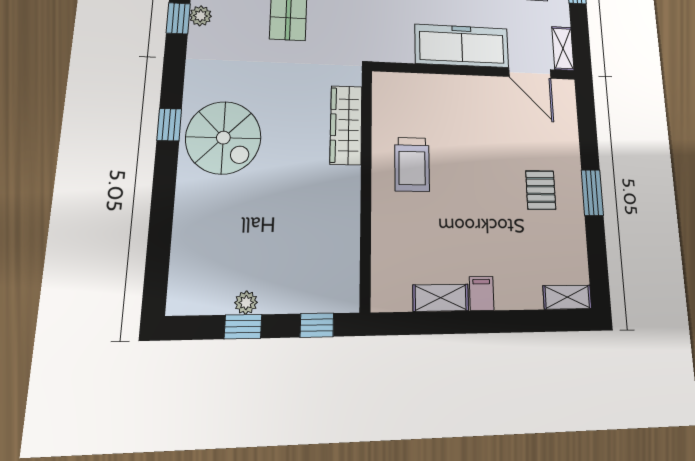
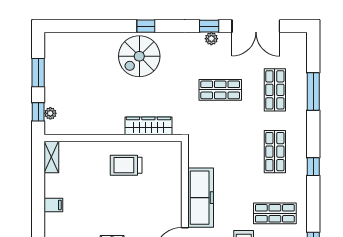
shelving: (441, 298) -> (51, 157), moved
plant: (246, 303) -> (50, 113), moved
window: (243, 327) -> (38, 73), width x1.50

